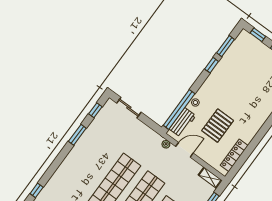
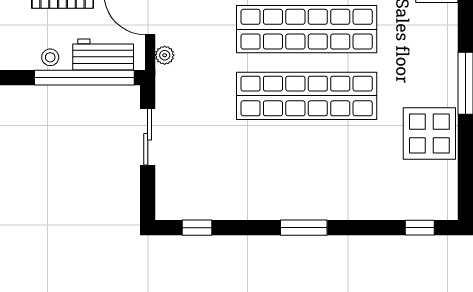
sliding door: (129, 108) -> (148, 137), moved
window: (77, 135) -> (304, 228), moved

